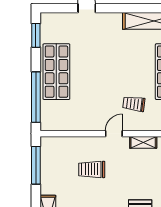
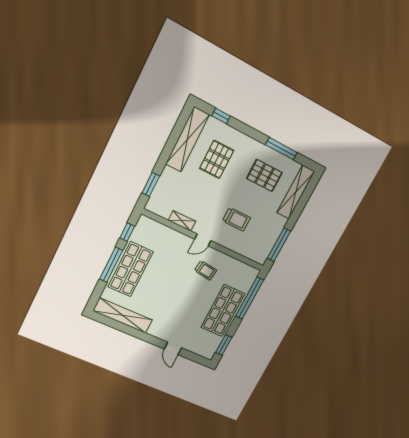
trolley: (134, 104) -> (205, 270), moved

